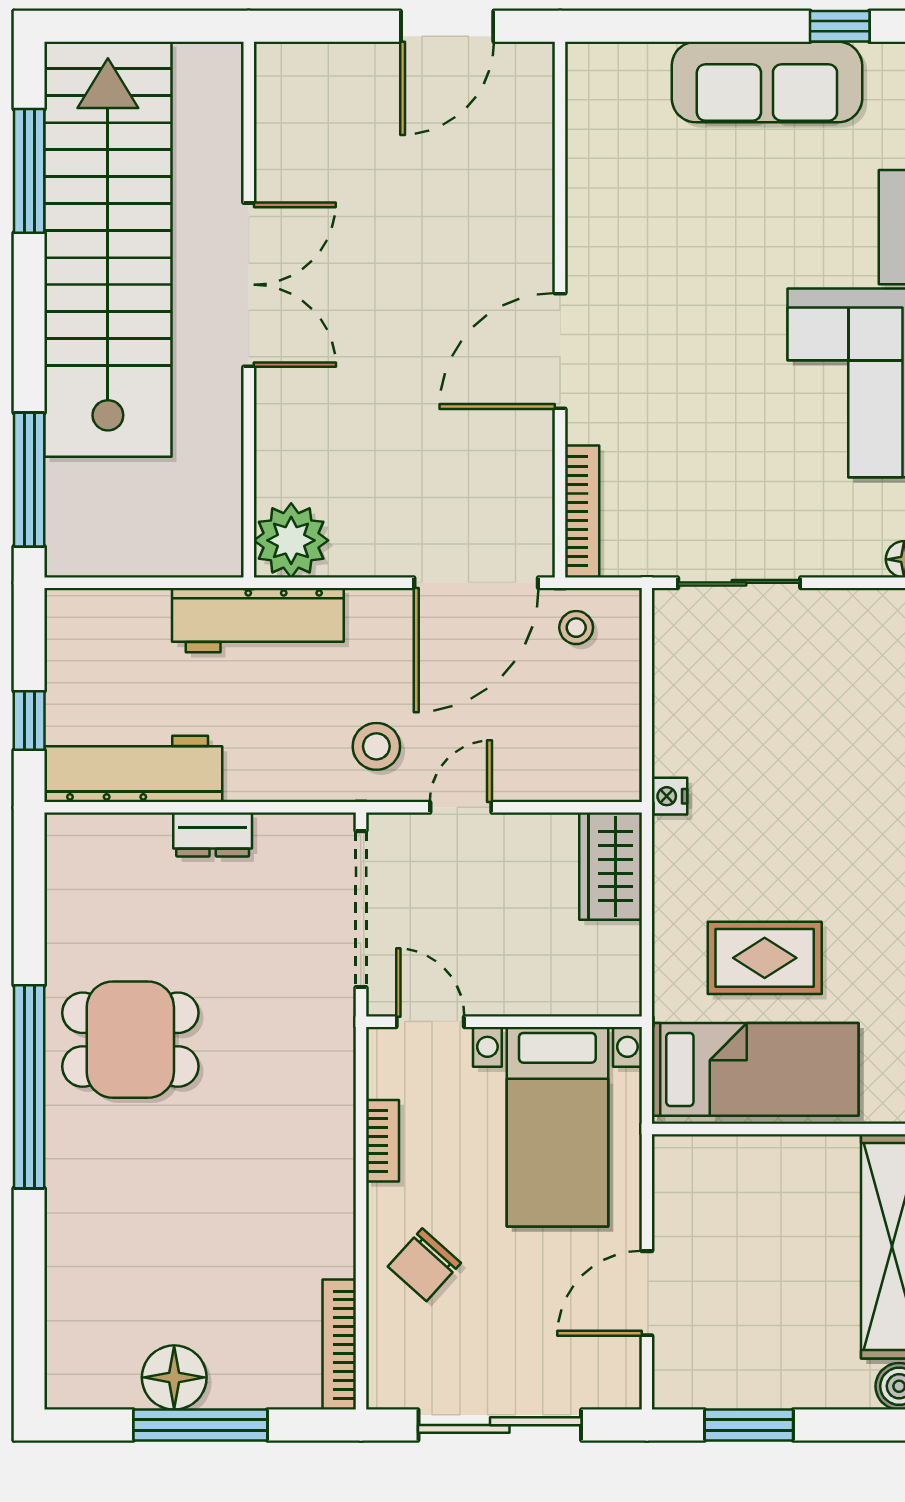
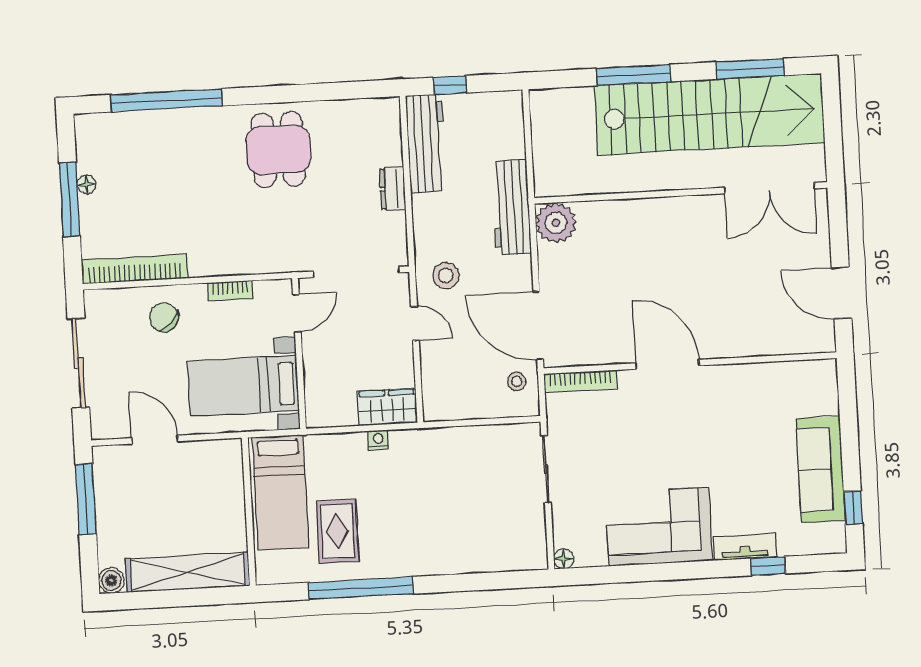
double door: (249, 285) -> (769, 188), moved
window: (29, 480) -> (634, 75), moved
nightstand: (669, 796) -> (378, 440), moved
rug: (765, 958) -> (337, 531), moved
window: (29, 1087) -> (167, 100), moved
bookcase: (339, 1345) -> (135, 269), width x1.48, depth x1.31
floor lamp: (174, 1377) -> (86, 184), width x0.53, depth x0.53
window: (749, 1425) -> (86, 499), width x1.44

